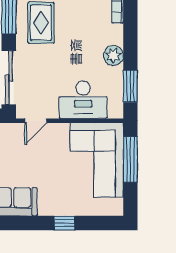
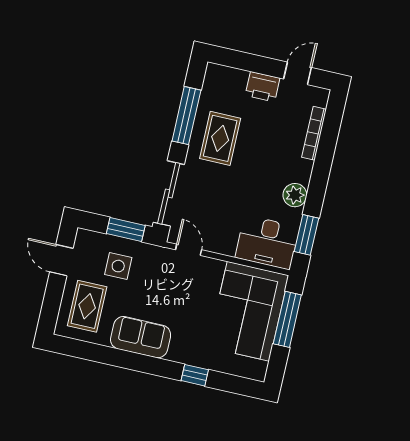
desk: (83, 100) -> (267, 242), moved
door: (36, 121) -> (189, 250), swing flipped

